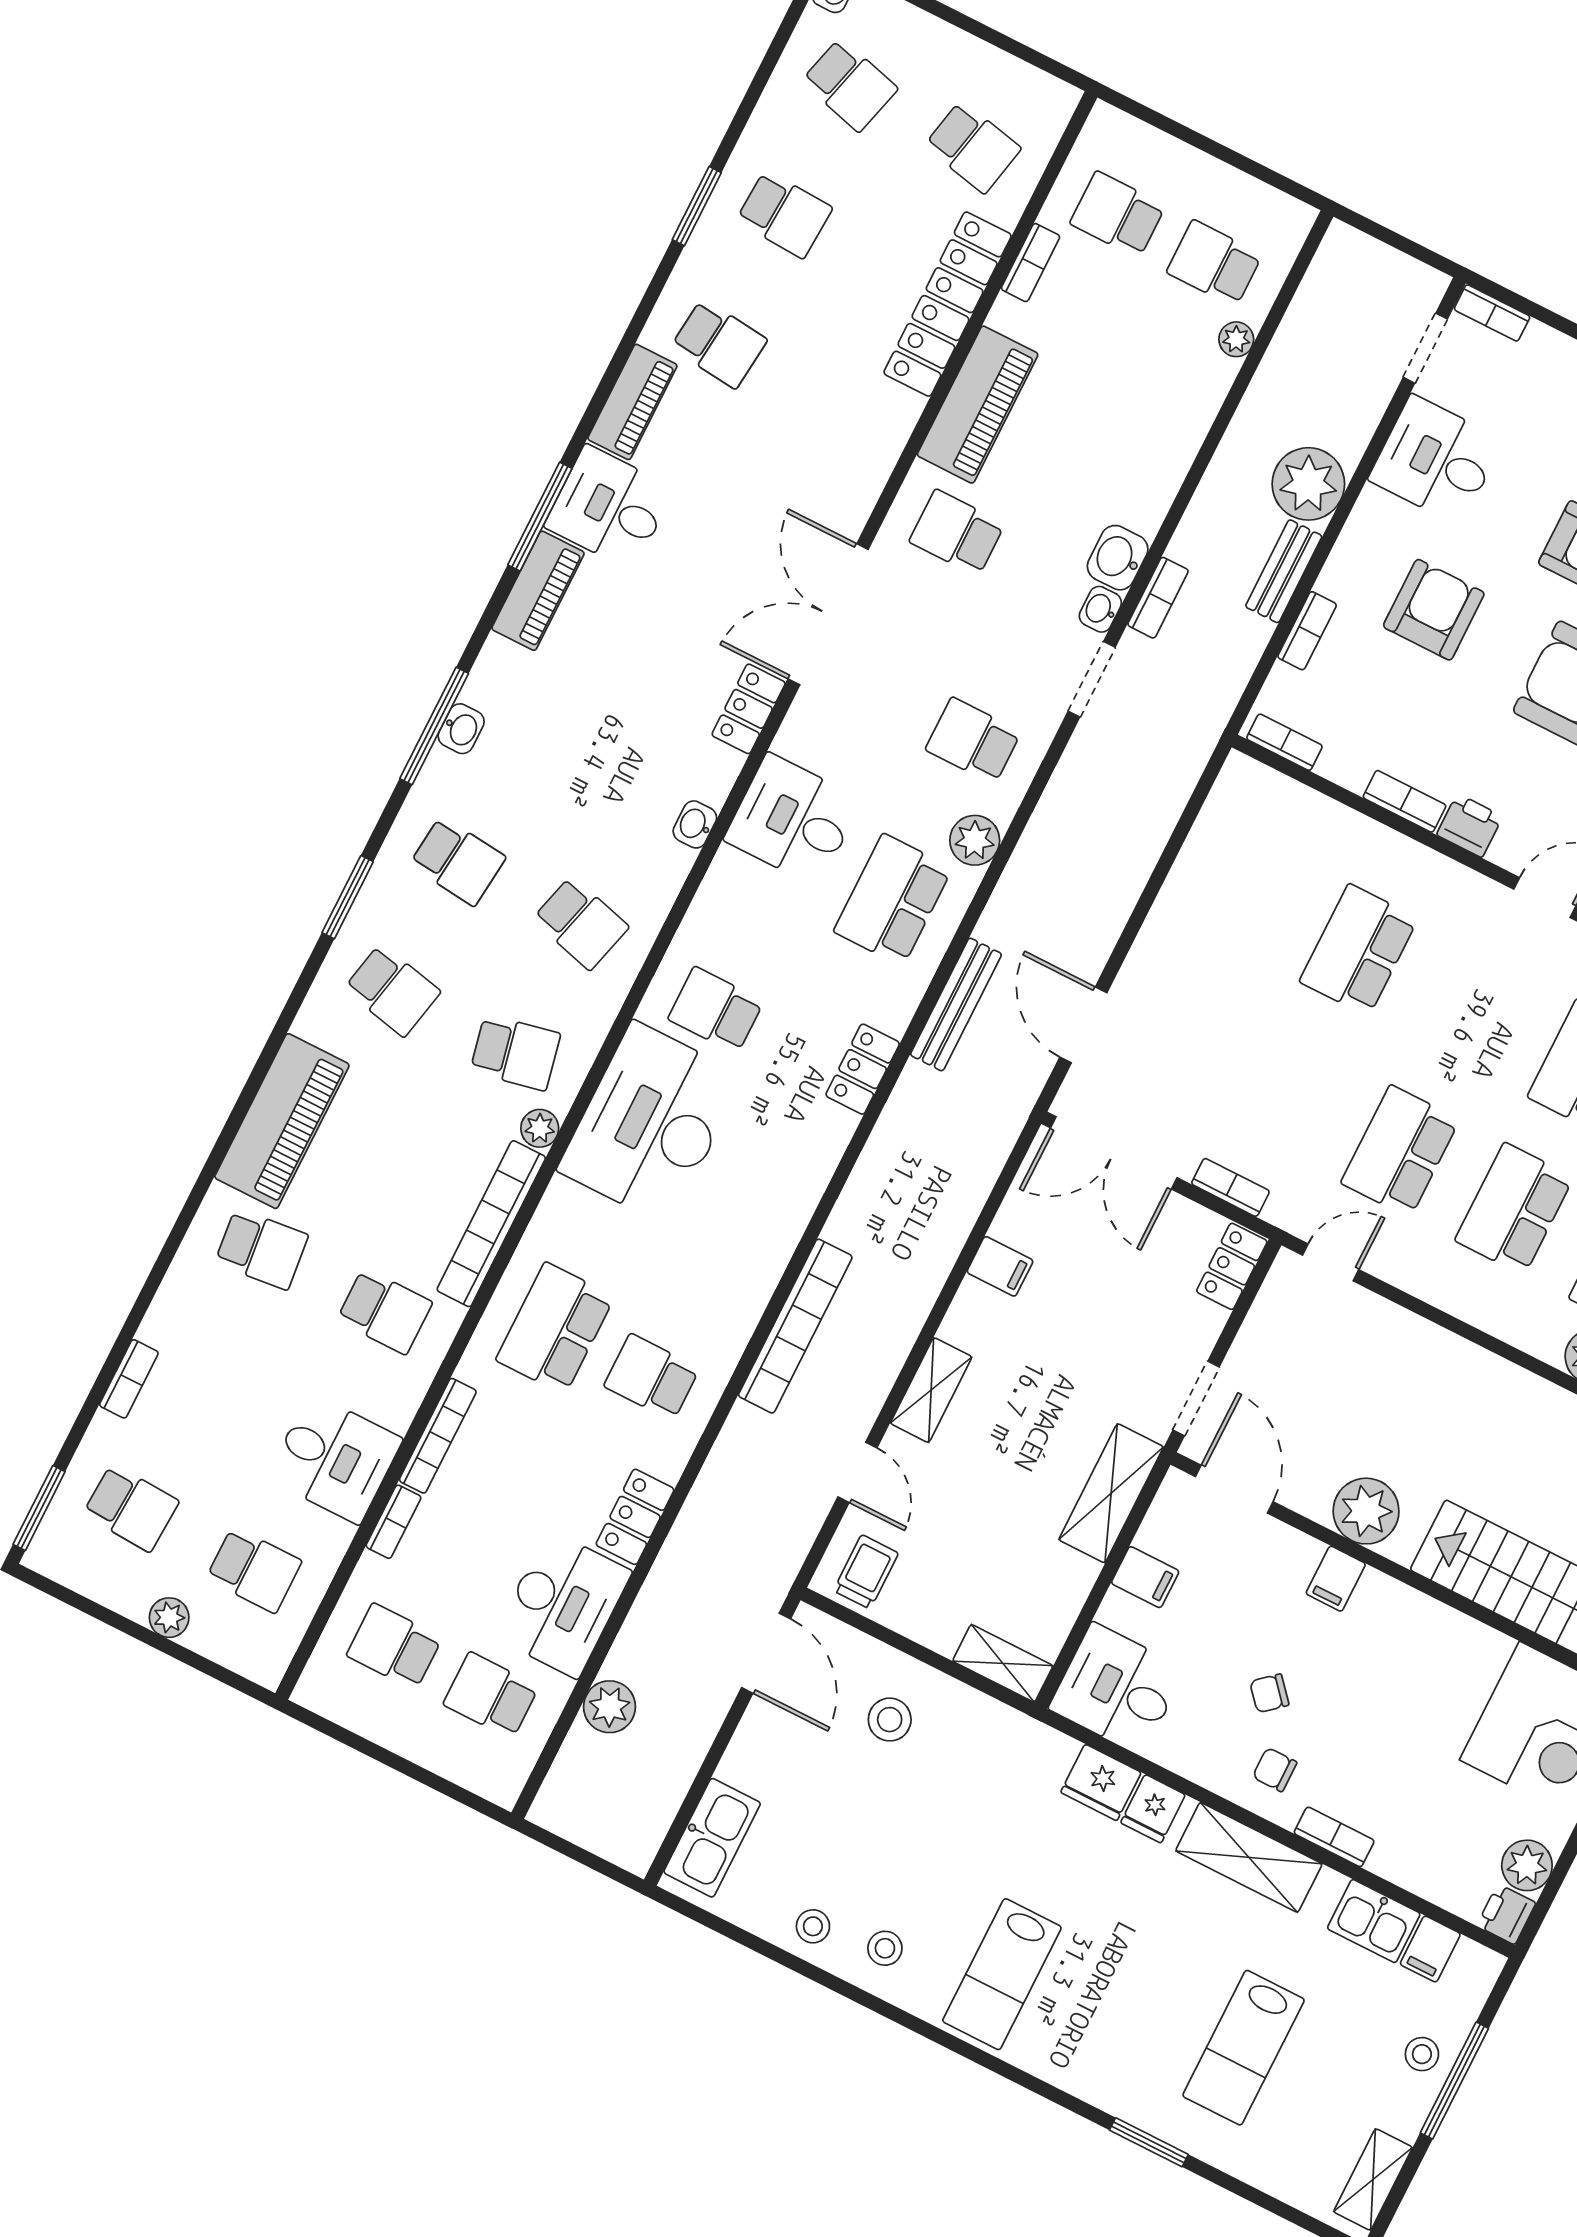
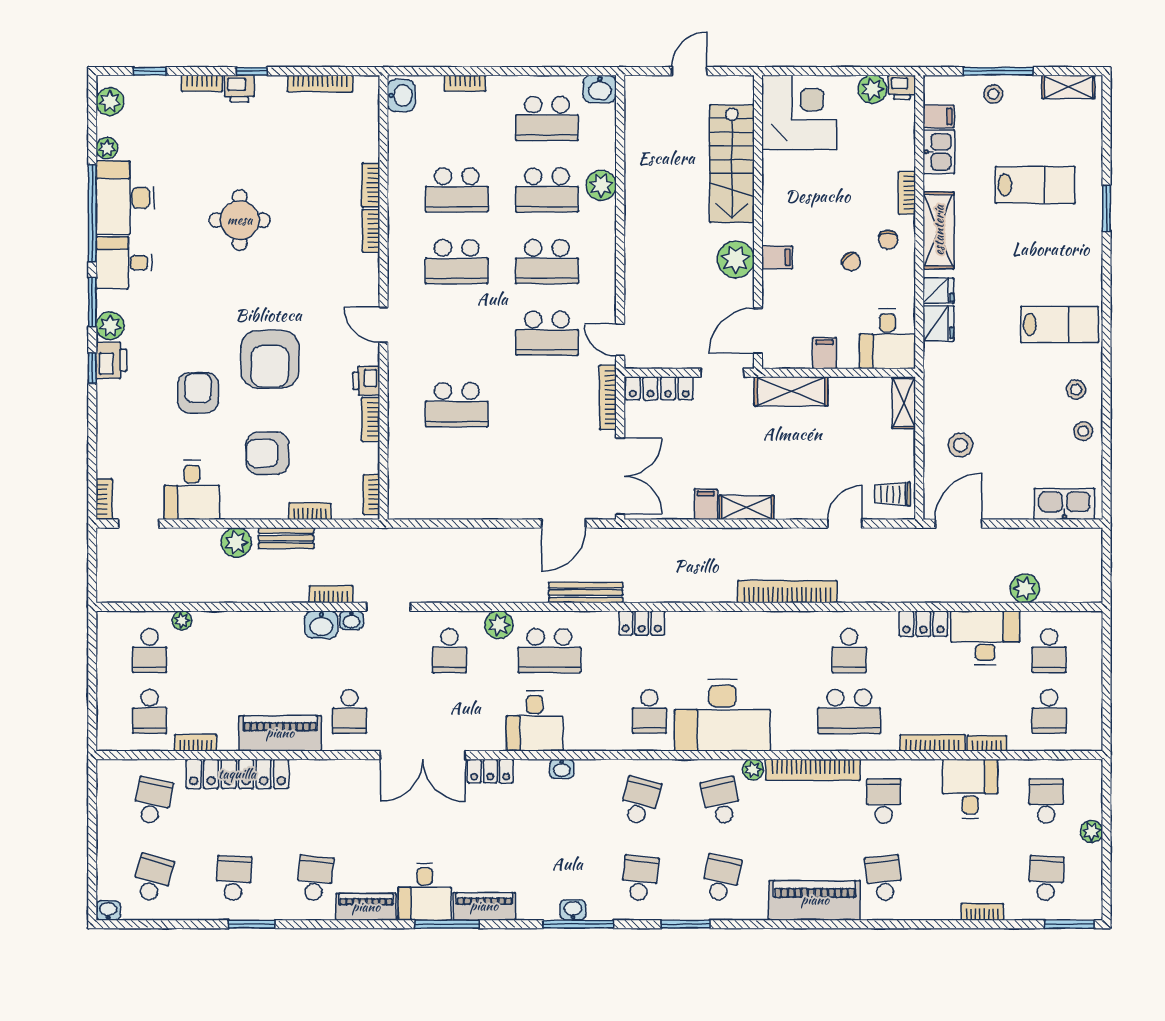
plant: (1308, 484) -> (236, 542), width x0.73, depth x0.73
bookcase: (1230, 1187) -> (608, 397), width x1.56
locker: (1232, 1266) -> (659, 388), width x1.53
shelving: (931, 1390) -> (746, 508), moved

